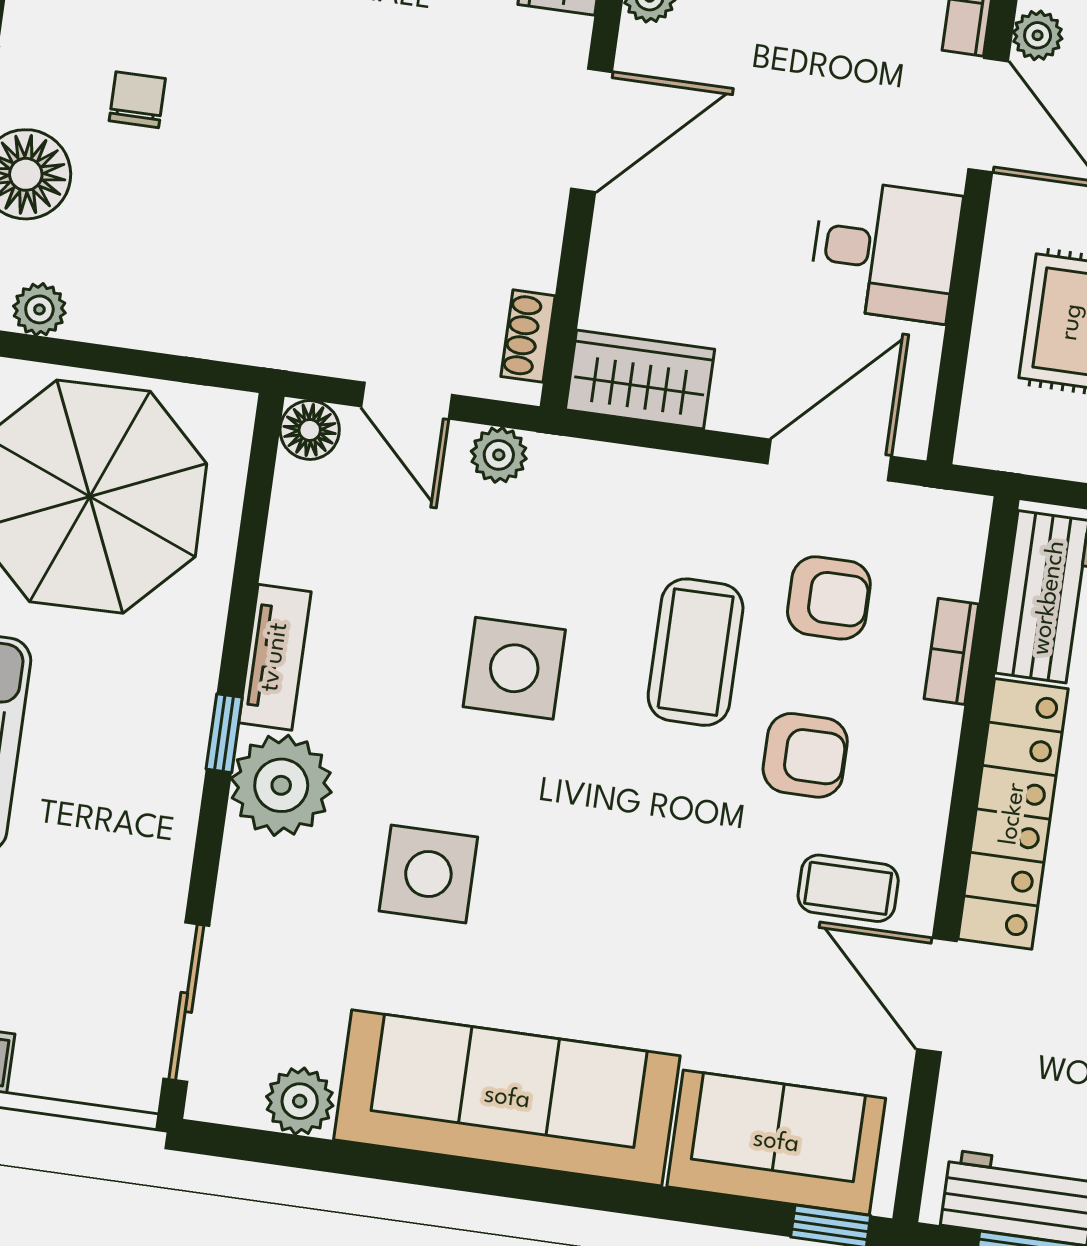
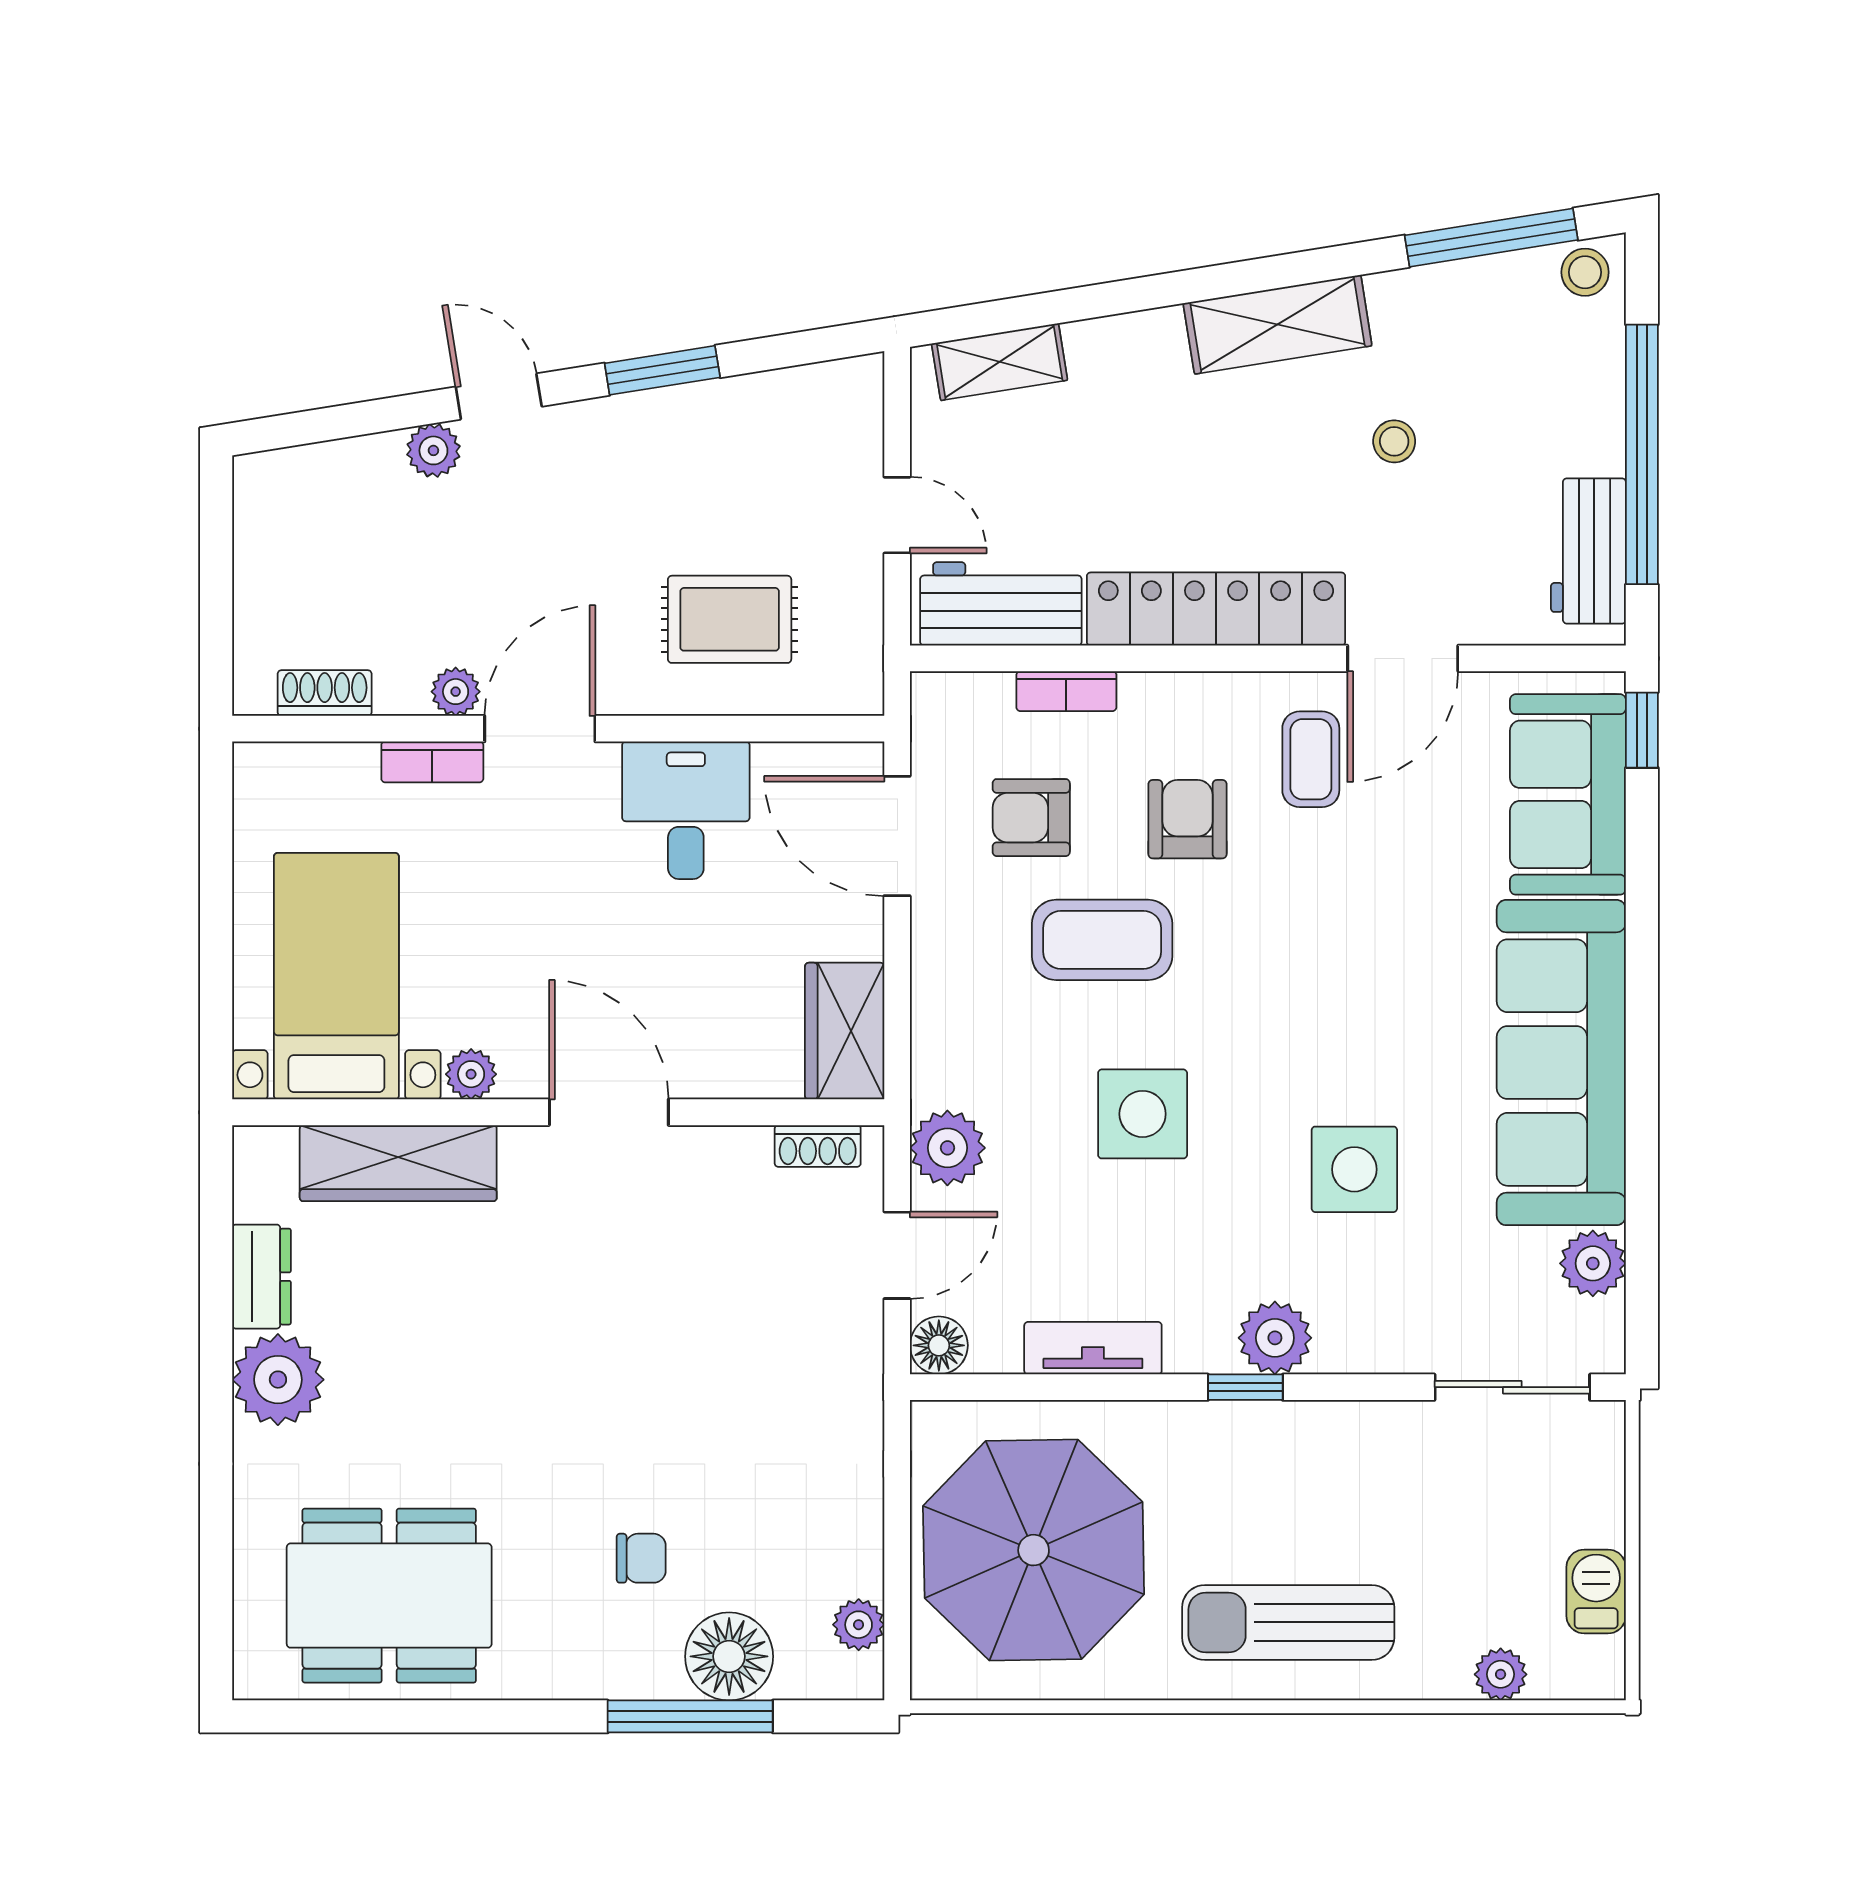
chair: (137, 100) -> (641, 1558), turned 180
plant: (499, 455) -> (947, 1148), width x1.38, depth x1.38
armchair: (829, 598) -> (1031, 818), turned -90
tv unit: (275, 657) -> (1093, 1348), moved
plant: (281, 785) -> (1275, 1338), width x0.73, depth x0.73

